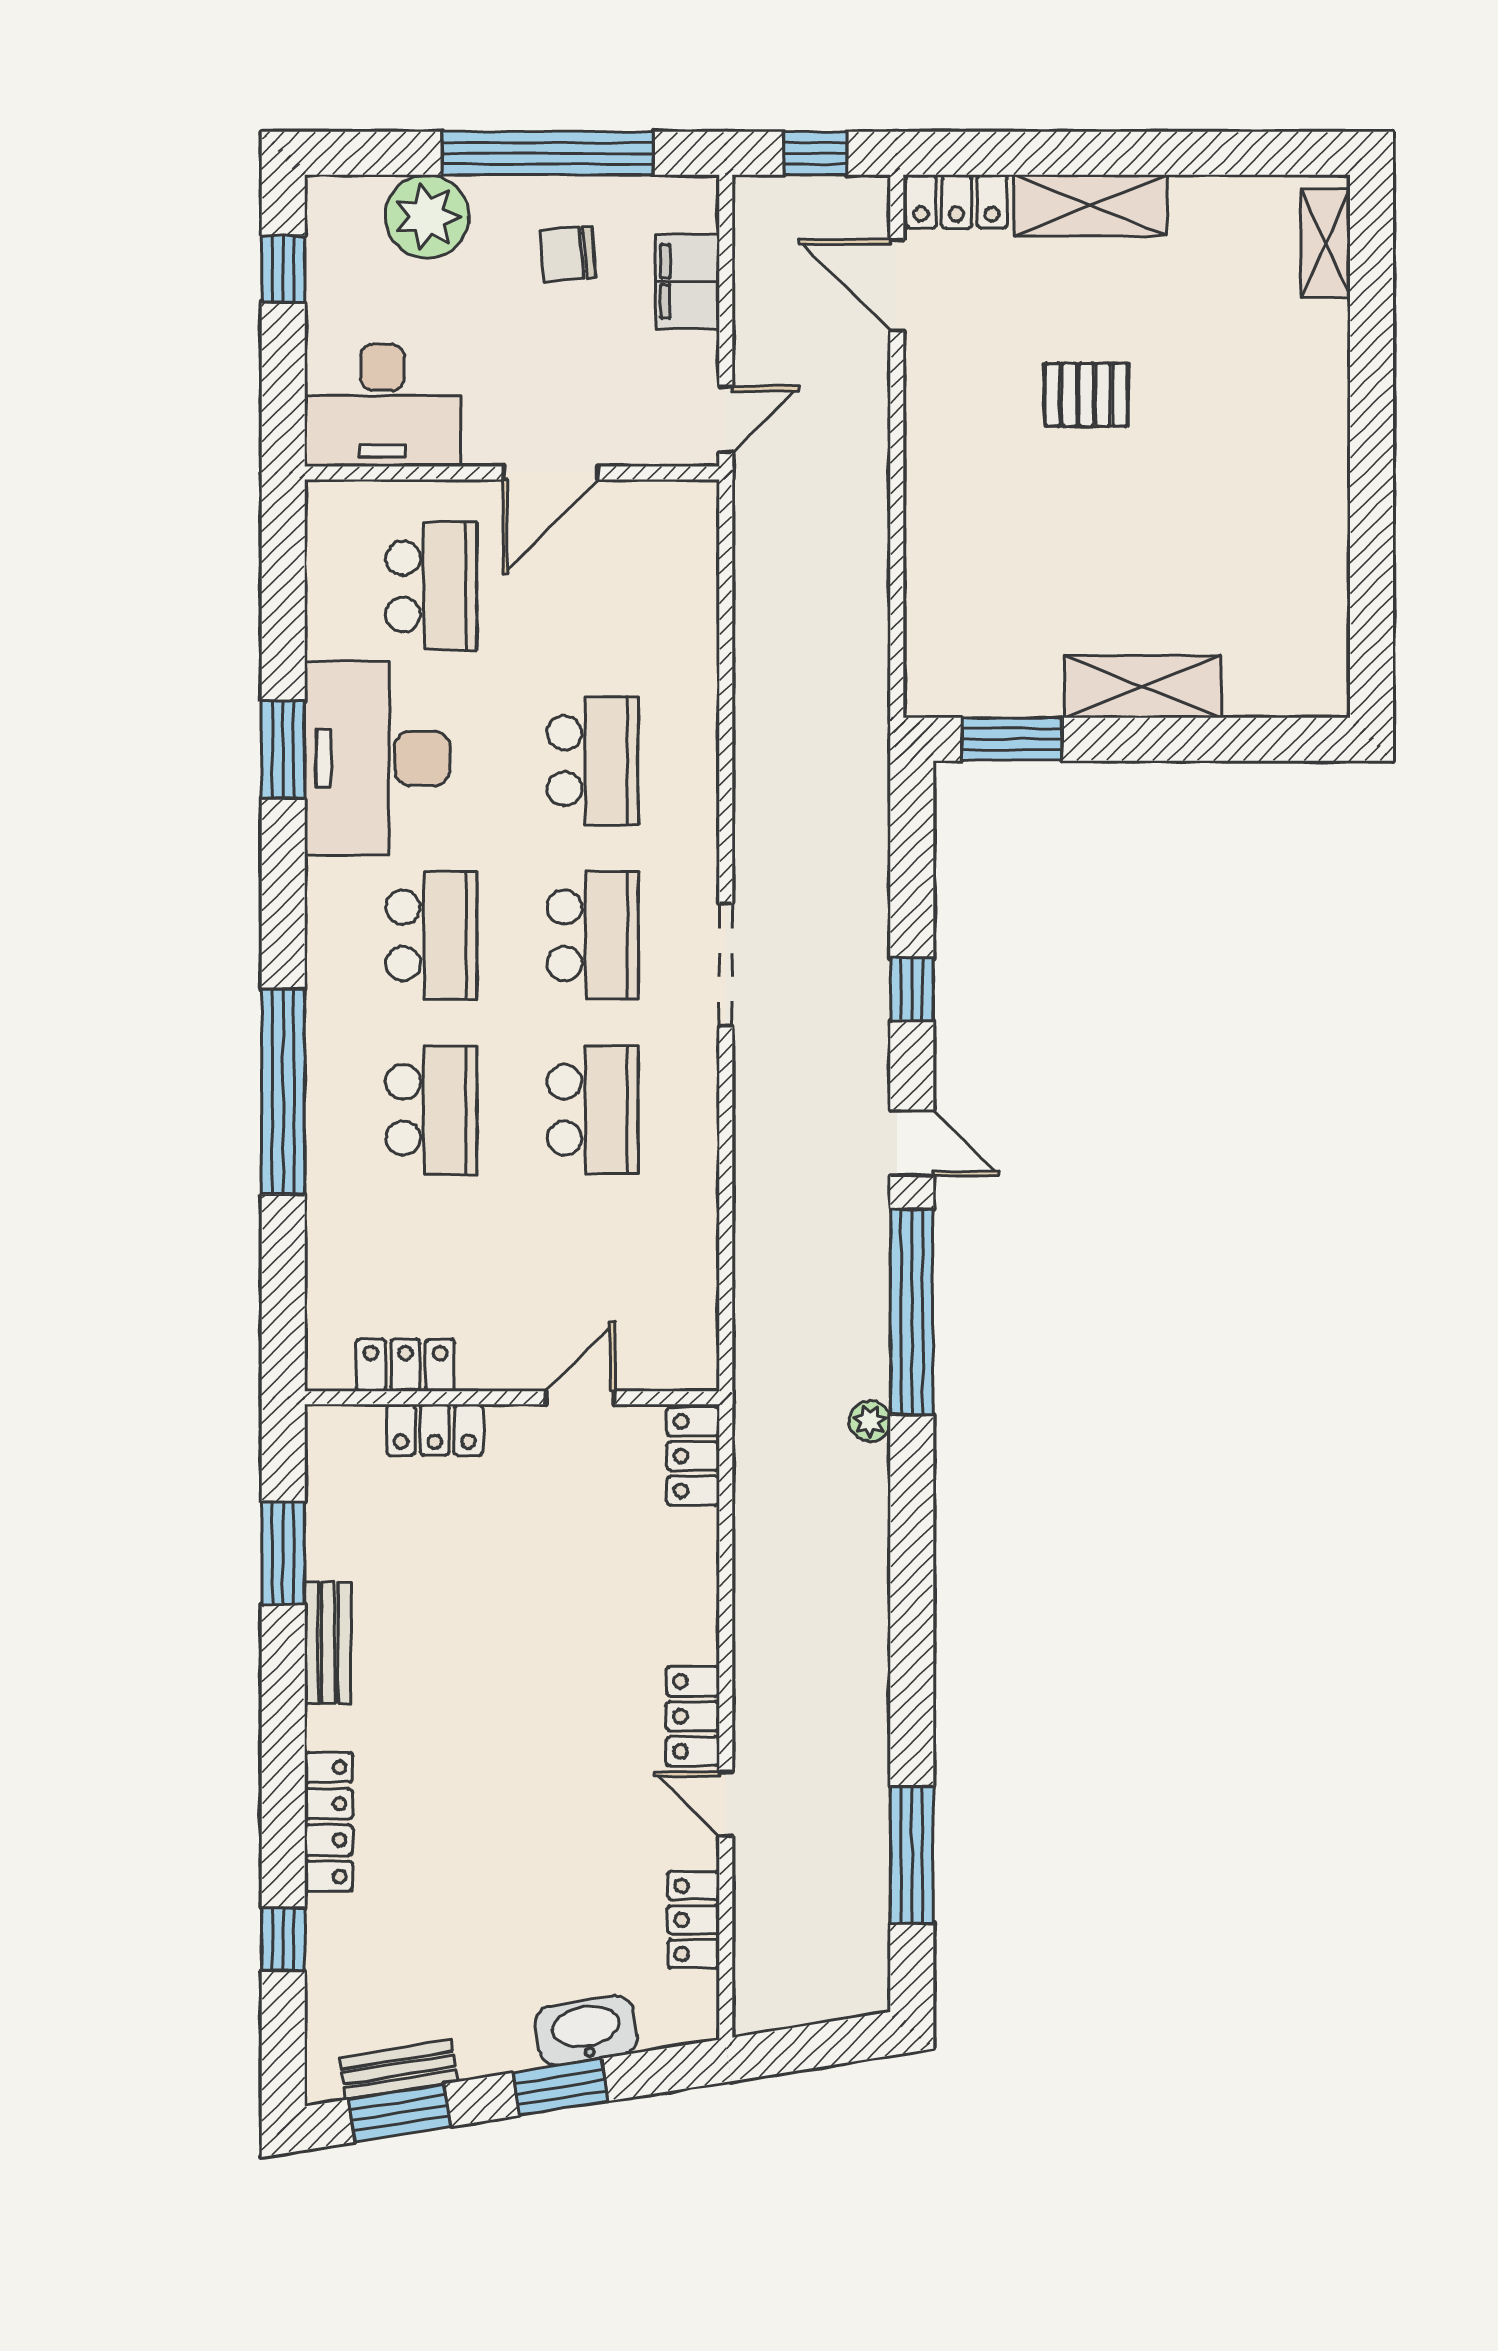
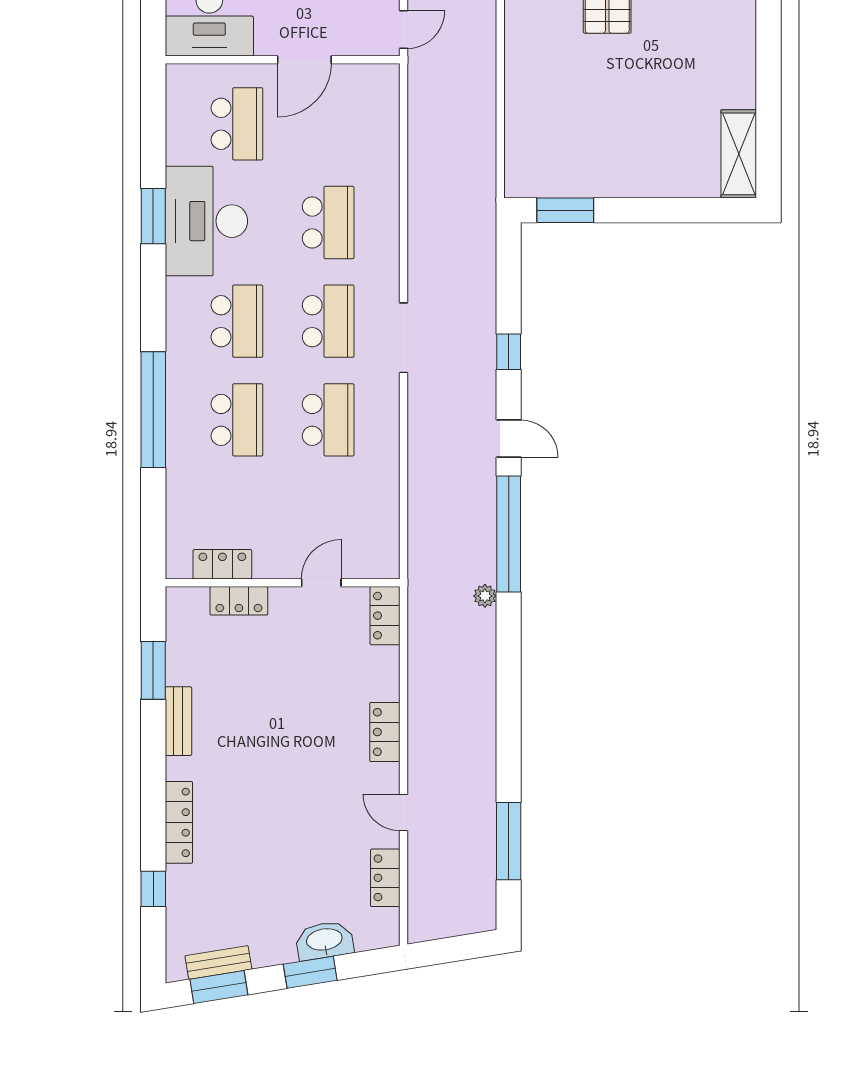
shelving: (1143, 686) -> (739, 154), moved, turned 90
locker: (693, 1716) -> (385, 732), moved

